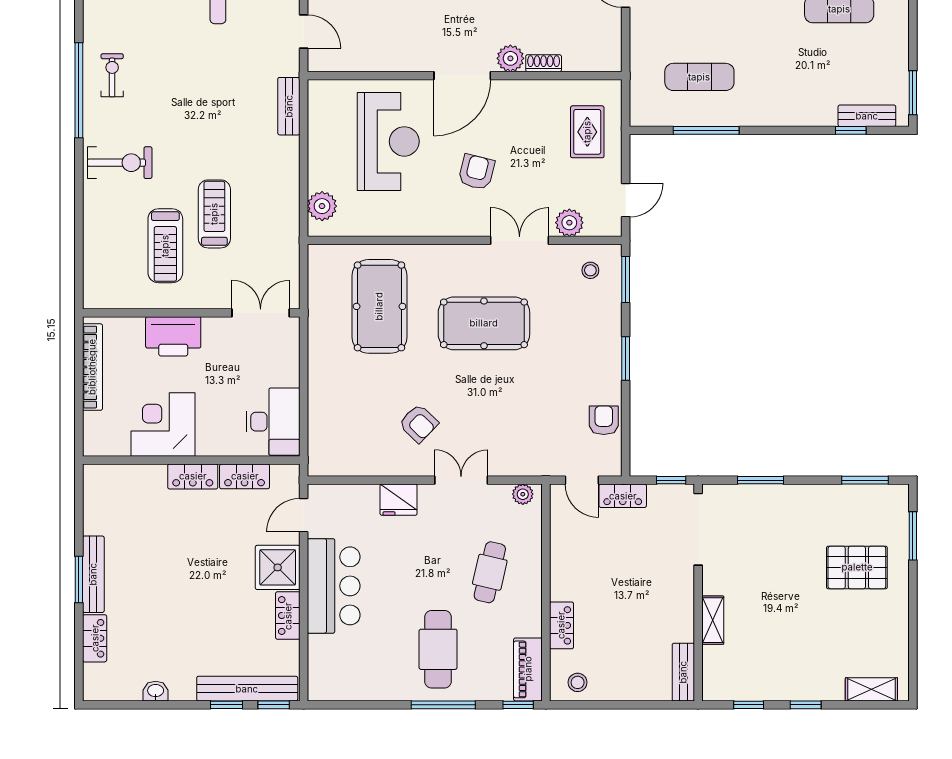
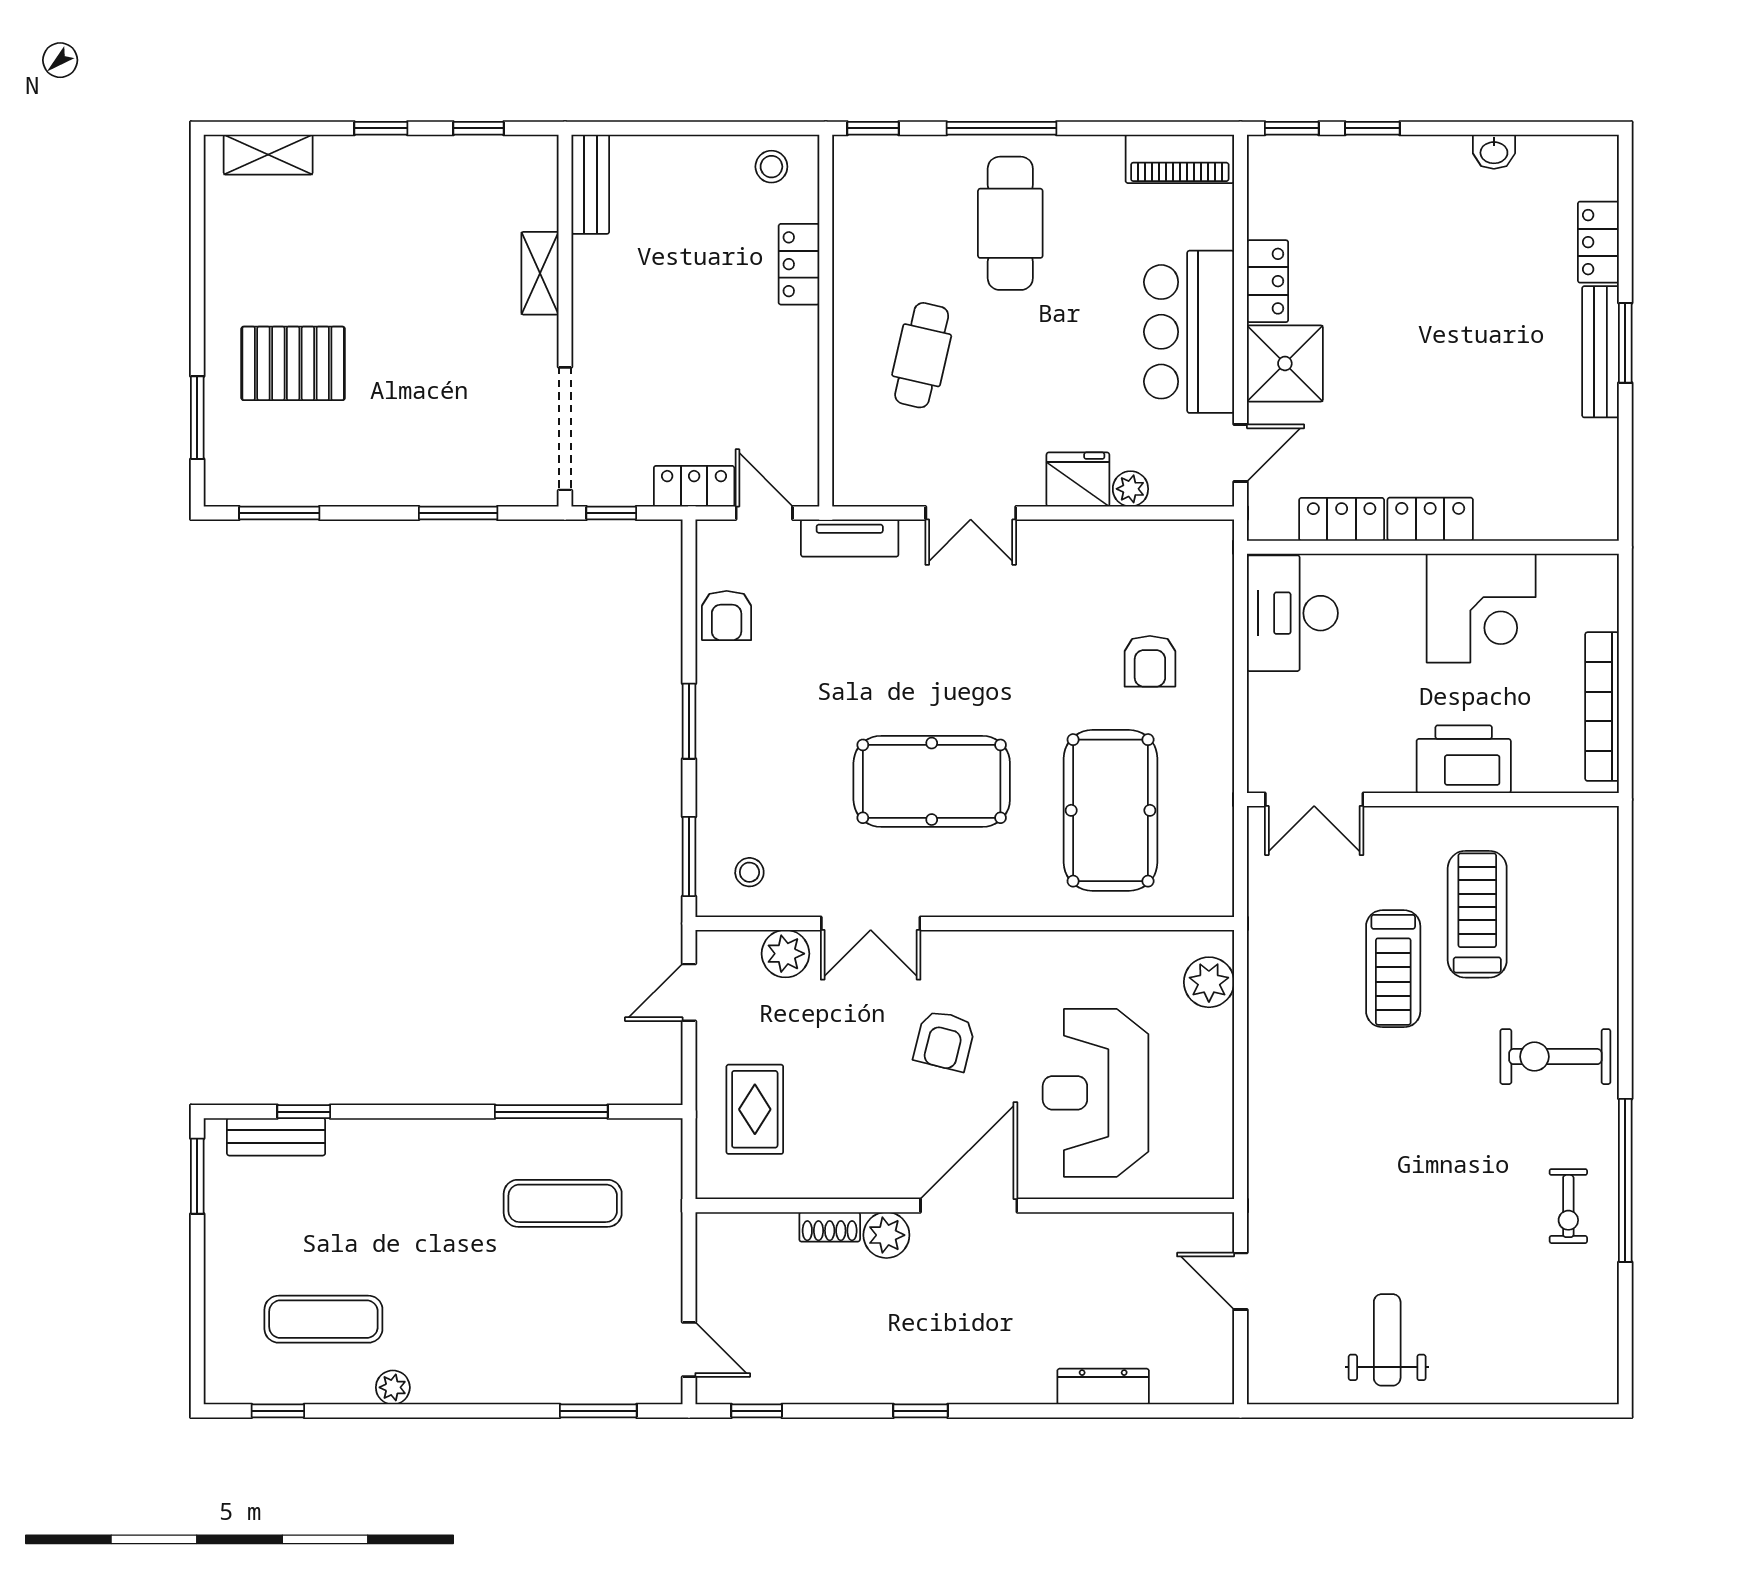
bench: (289, 106) -> (1266, 1153), removed
armchair: (419, 423) -> (1150, 661), moved, turned -134
tv unit: (532, 465) -> (850, 538), added
plant: (523, 494) -> (1130, 489), moved
piano: (528, 669) -> (1180, 159), moved, turned 90
bench: (247, 689) -> (1337, 156), removed

